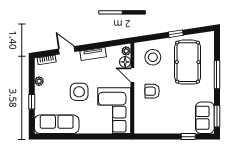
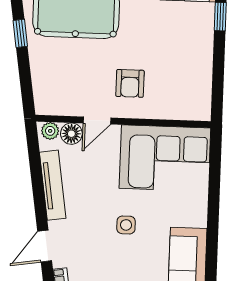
tv unit: (93, 54) -> (53, 185), width x1.41
stool: (153, 57) -> (64, 80), removed
side table: (79, 92) -> (126, 225), width x0.54, depth x0.54

